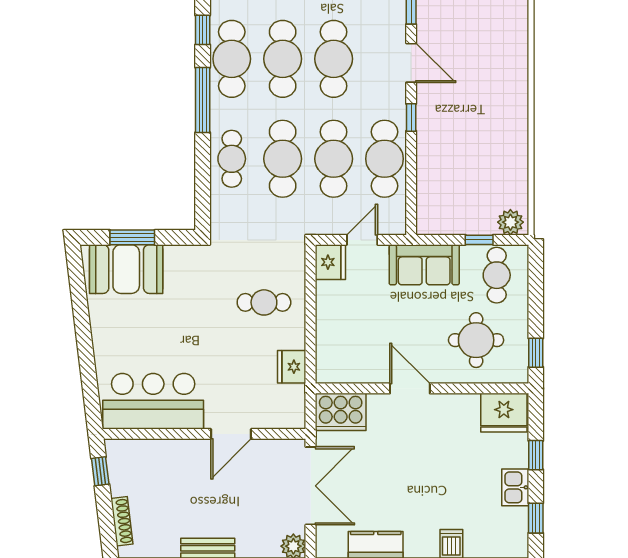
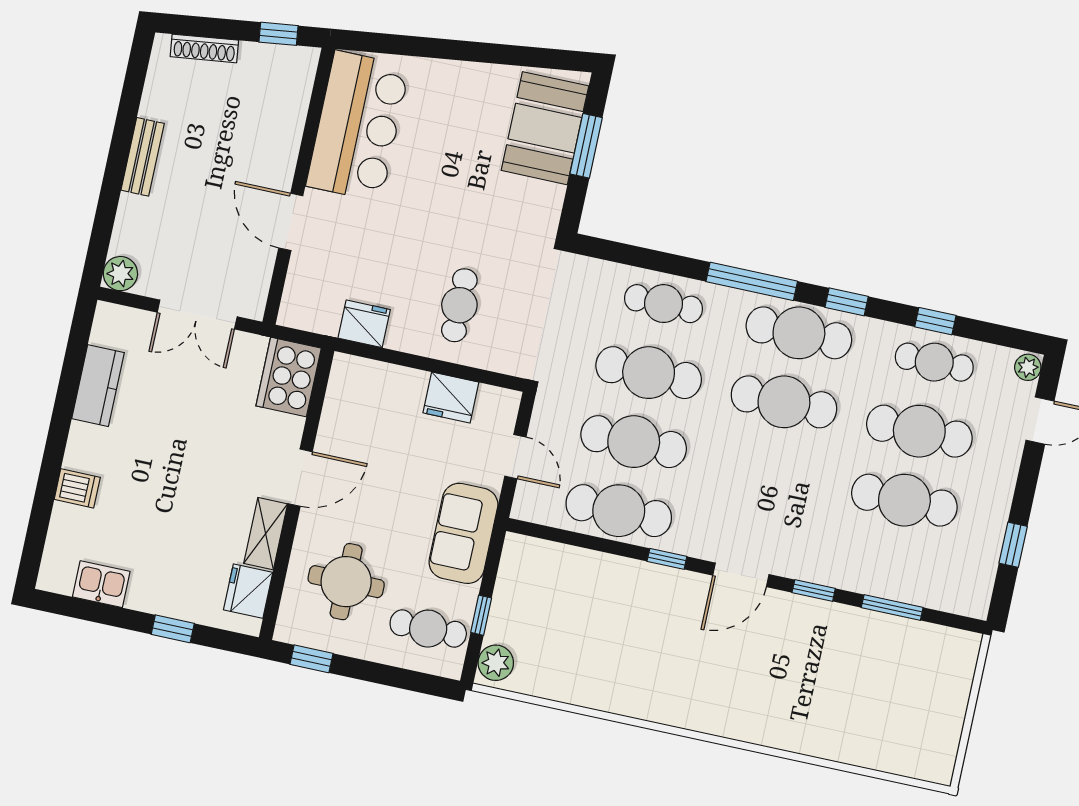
cafe table: (334, 59) -> (769, 471), removed
fridge: (330, 262) -> (451, 398), moved
shelving: (455, 404) -> (266, 534), added
fridge: (504, 413) -> (248, 591), width x0.73, depth x0.75
double door: (311, 486) -> (197, 315), width x0.73
kitchen sink: (515, 487) -> (101, 584), moved
window: (536, 518) -> (88, 610), removed

